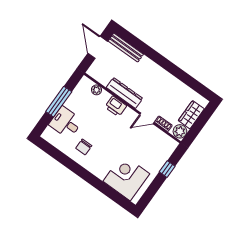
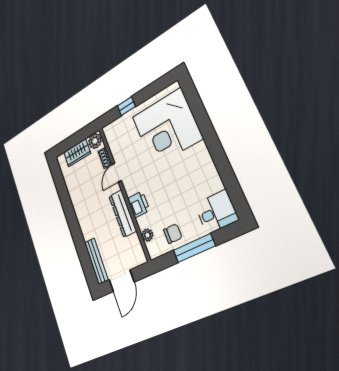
door: (147, 118) -> (117, 173), swing flipped
desk: (66, 123) -> (216, 212), moved, turned -90
chair: (84, 147) -> (173, 234), moved
corner desk: (126, 178) -> (167, 128), width x1.36, depth x1.36

